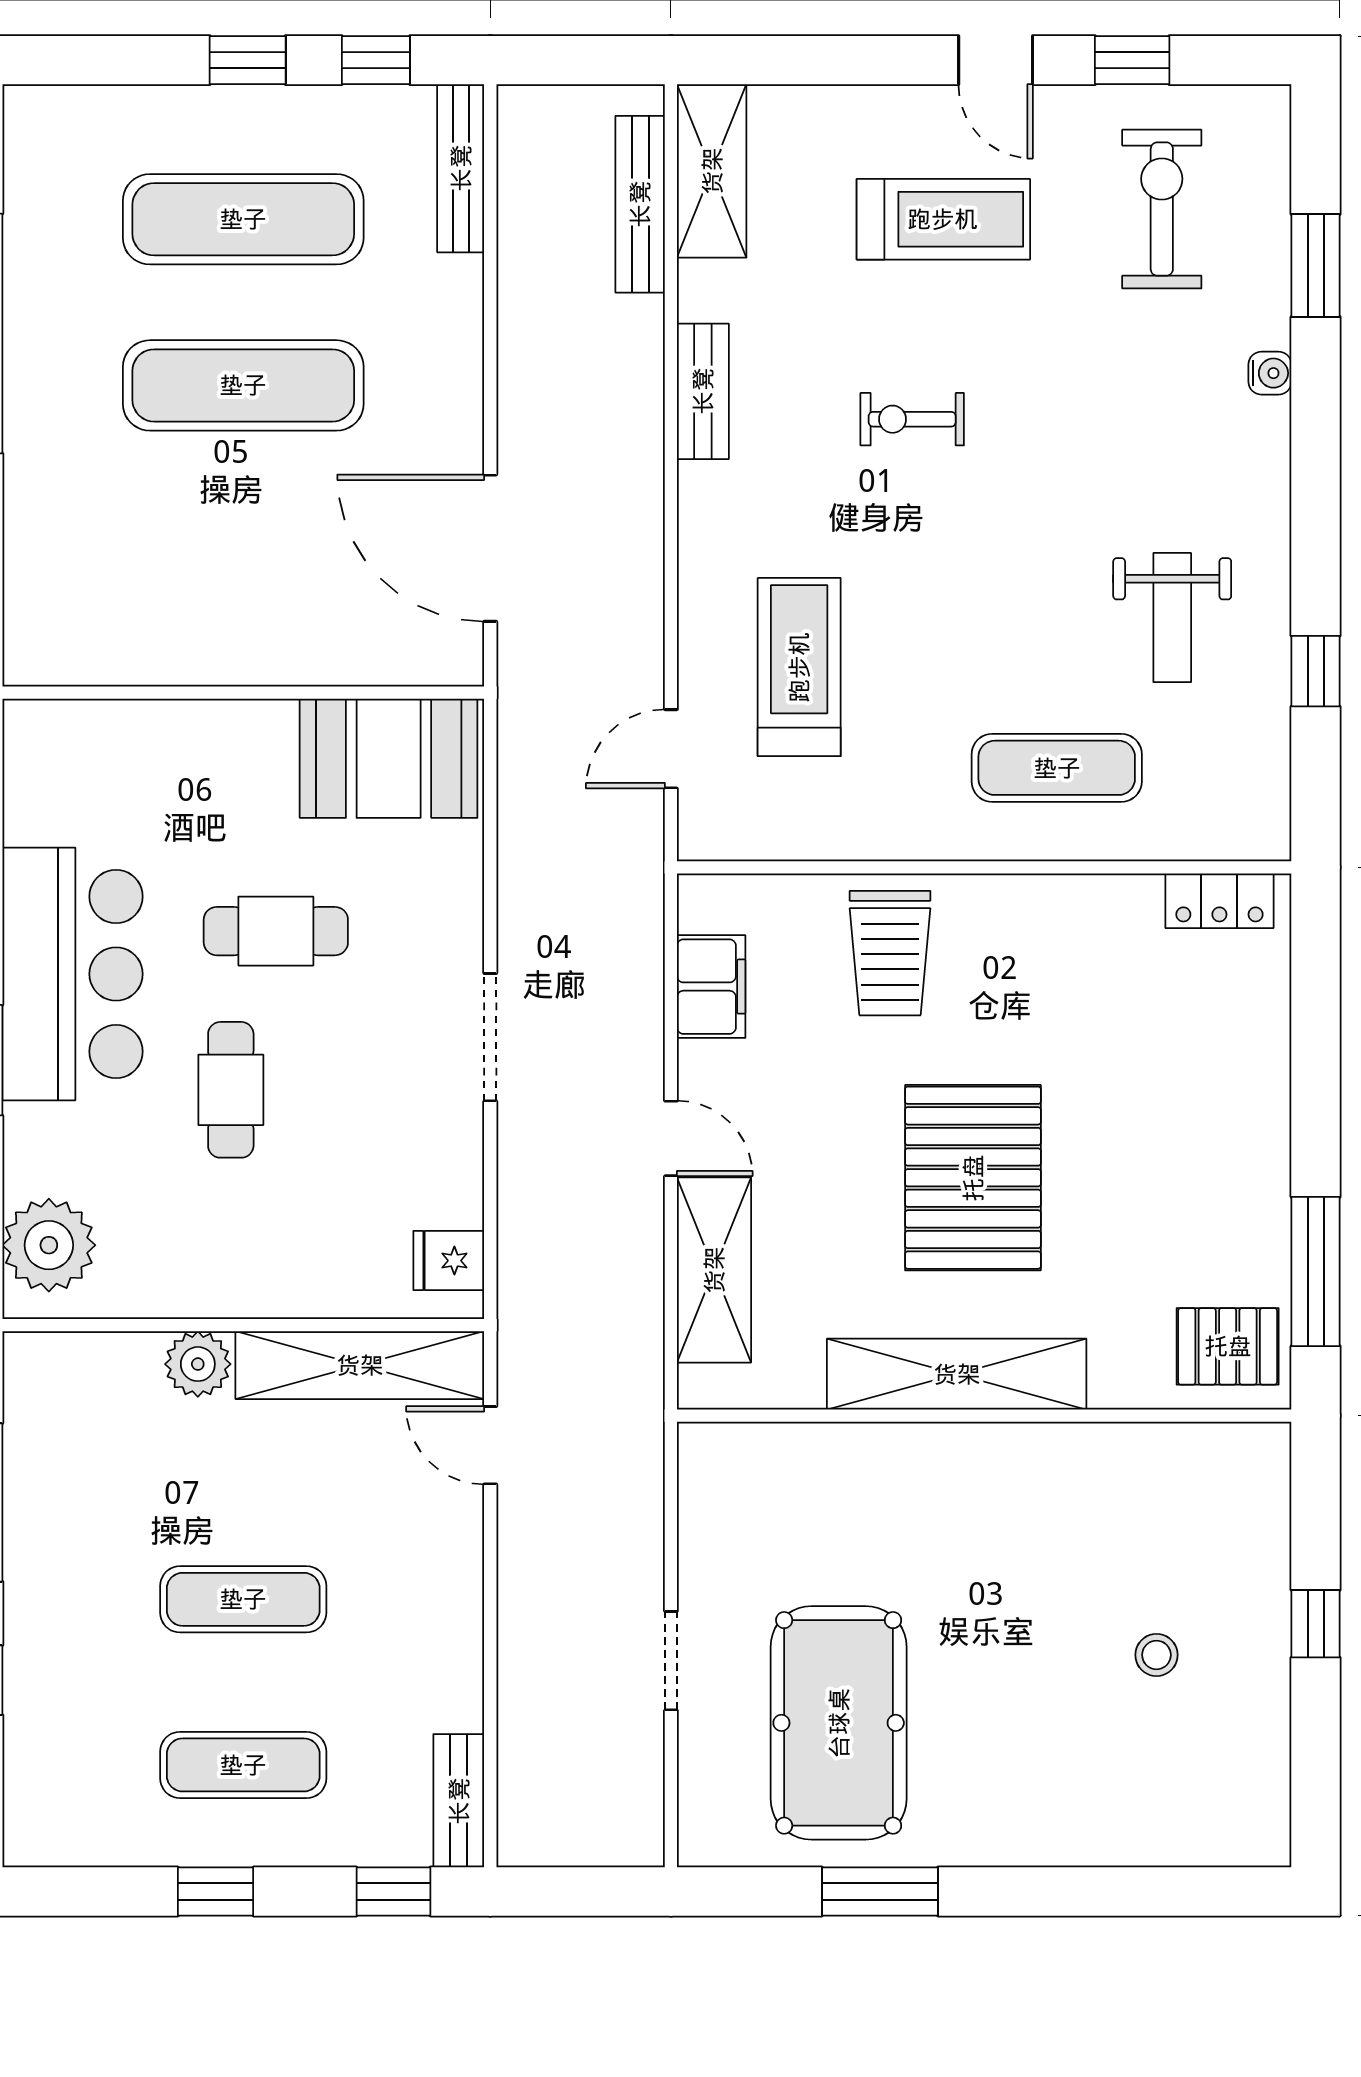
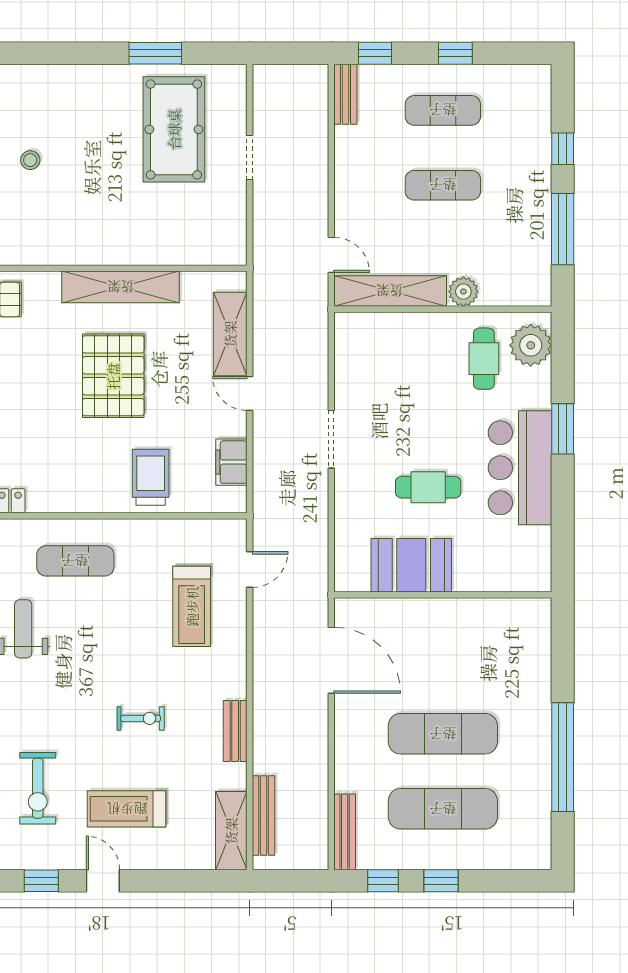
exercise bike: (1162, 209) -> (38, 788), moved
booth: (389, 758) -> (411, 565), moved
cafe table: (231, 1090) -> (484, 359), moved
fridge: (449, 1261) -> (350, 338), removed

